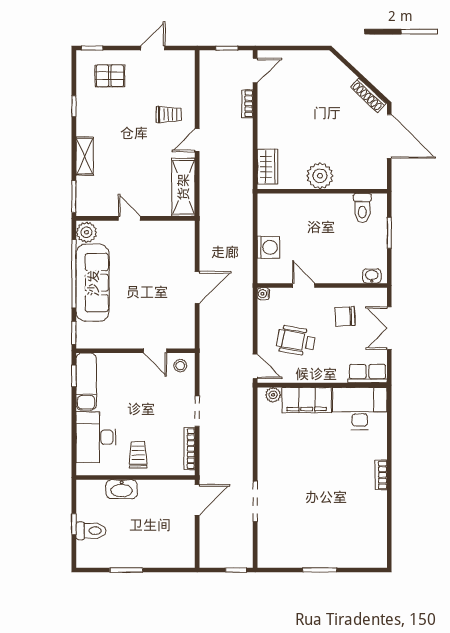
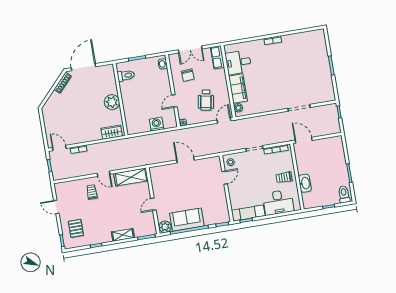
sofa: (93, 283) -> (187, 220), width x0.73
desk: (360, 409) -> (238, 62), width x0.73
toilet: (91, 531) -> (344, 194), moved

